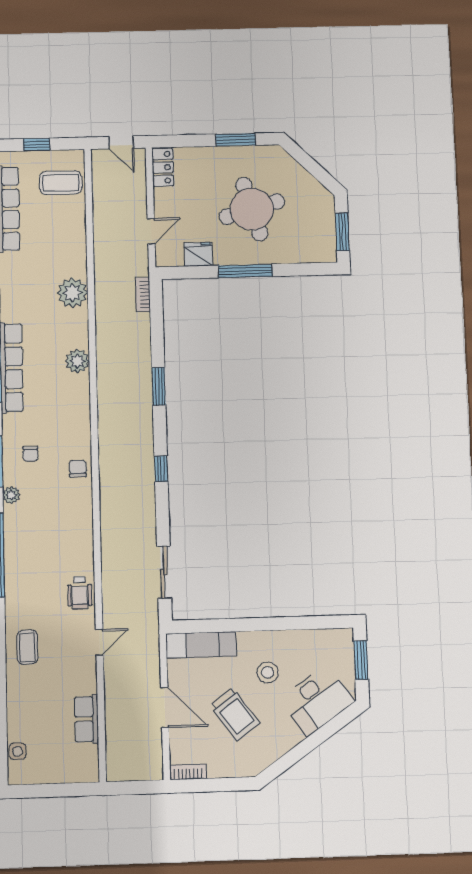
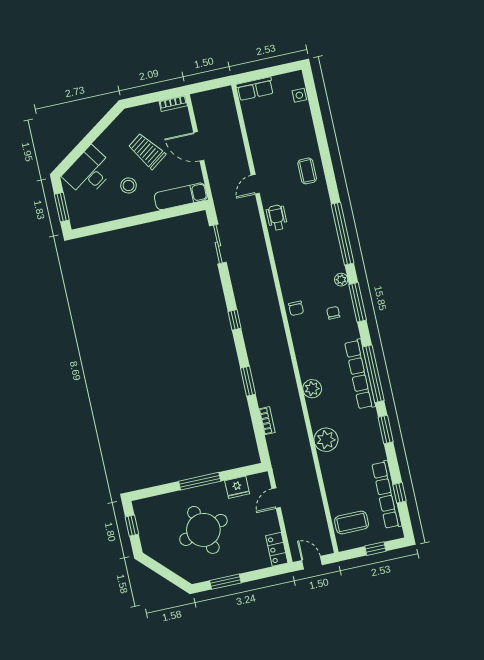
window: (342, 232) -> (132, 525), width x0.67
bookcase: (143, 295) -> (267, 421), moved
row of seats: (86, 719) -> (255, 89), moved, turned 90

